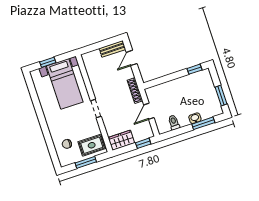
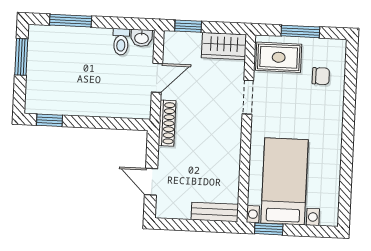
bench: (112, 49) -> (215, 212), moved
door: (132, 58) -> (151, 182), swing flipped
window: (48, 62) -> (269, 229), moved
doorway: (96, 109) -> (248, 97), moved
washbasin: (195, 118) -> (142, 38), moved

